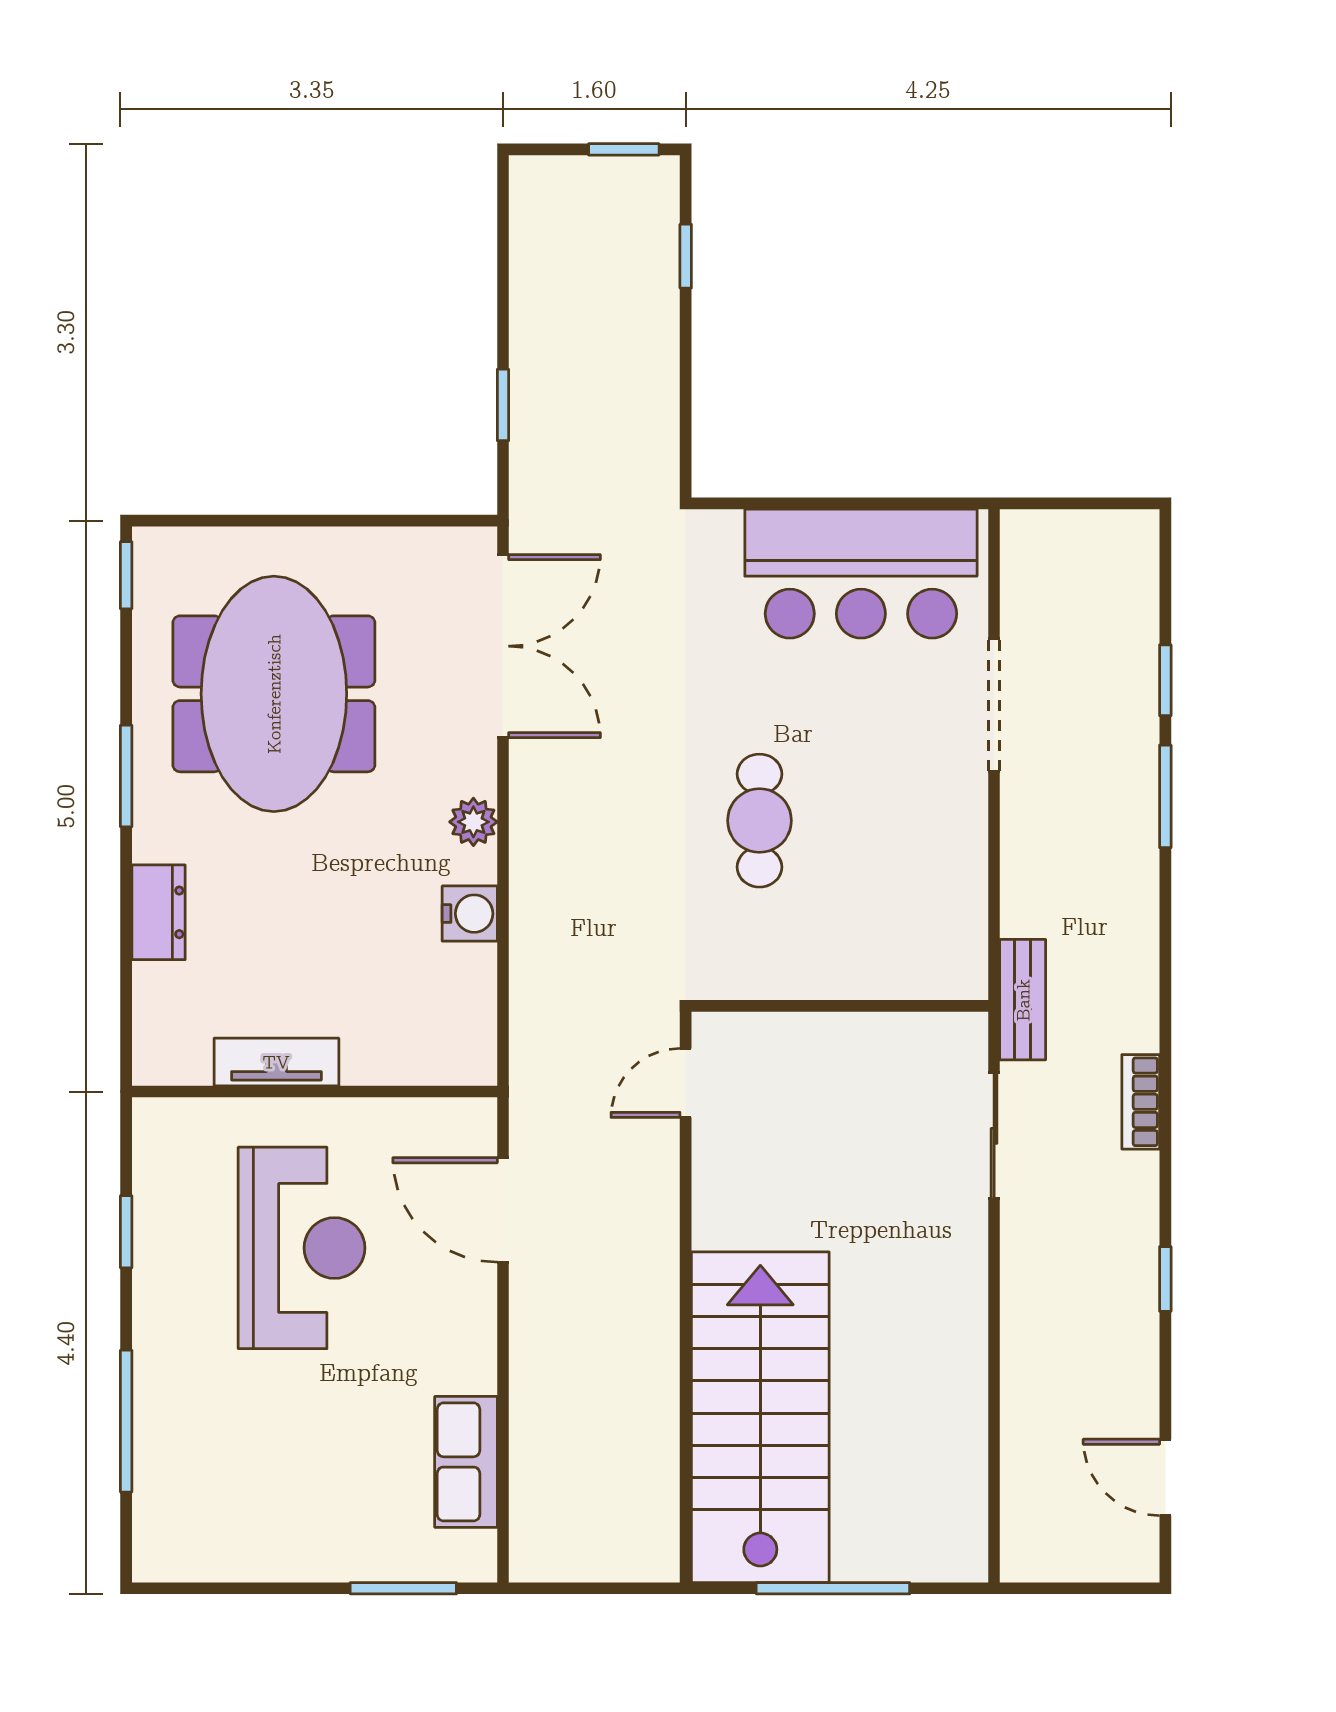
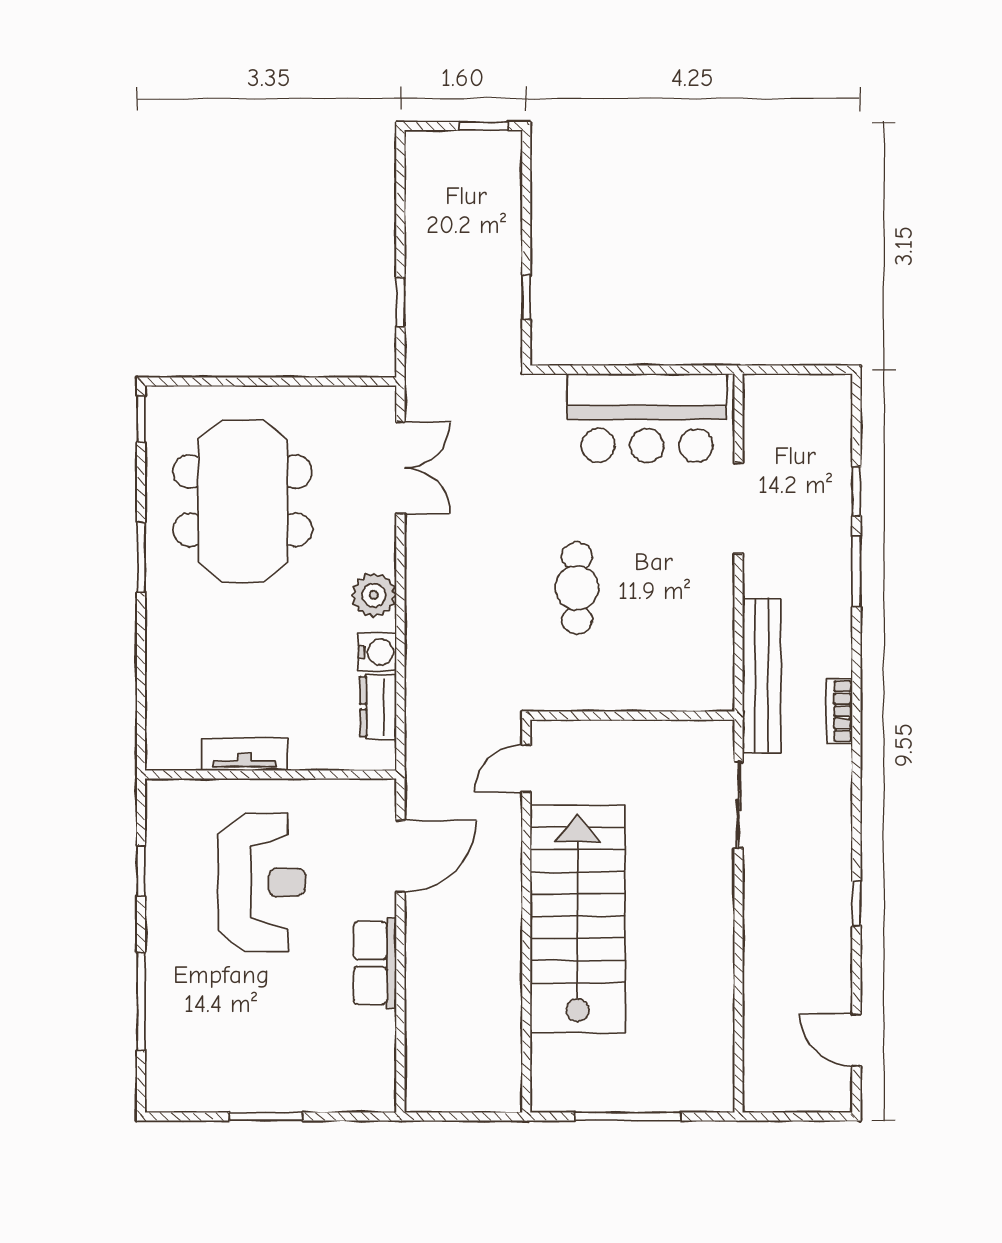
window: (686, 256) -> (526, 297), moved
double door: (503, 646) -> (400, 468), width x0.73
plant: (473, 822) -> (374, 595), width x1.38, depth x1.38
dresser: (158, 912) -> (378, 707), moved, turned 180
bench: (1023, 1000) -> (762, 676), width x1.86, depth x1.21
bookcase: (1141, 1102) -> (839, 711), moved
door: (503, 1210) -> (400, 856), swing flipped
stairs: (760, 1417) -> (578, 919), moved
row of seats: (466, 1462) -> (375, 963), moved
window: (403, 1588) -> (266, 1116), moved

